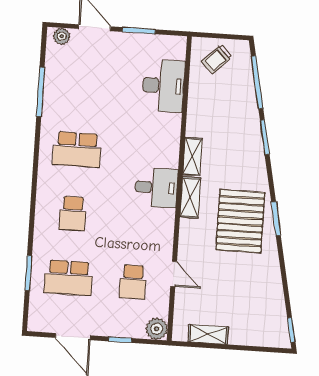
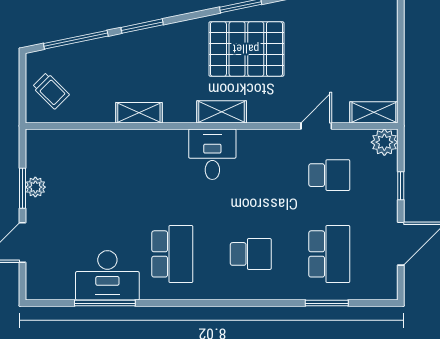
plant: (62, 36) -> (35, 187), moved
desk: (163, 86) -> (107, 275), moved, turned 180
shelving: (192, 157) -> (139, 113), moved
shelving: (208, 334) -> (374, 112), moved, turned 90

